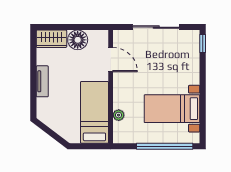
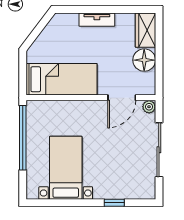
window: (203, 44) -> (114, 203), moved
plant: (119, 115) -> (149, 107), moved
window: (165, 146) -> (23, 138), moved

